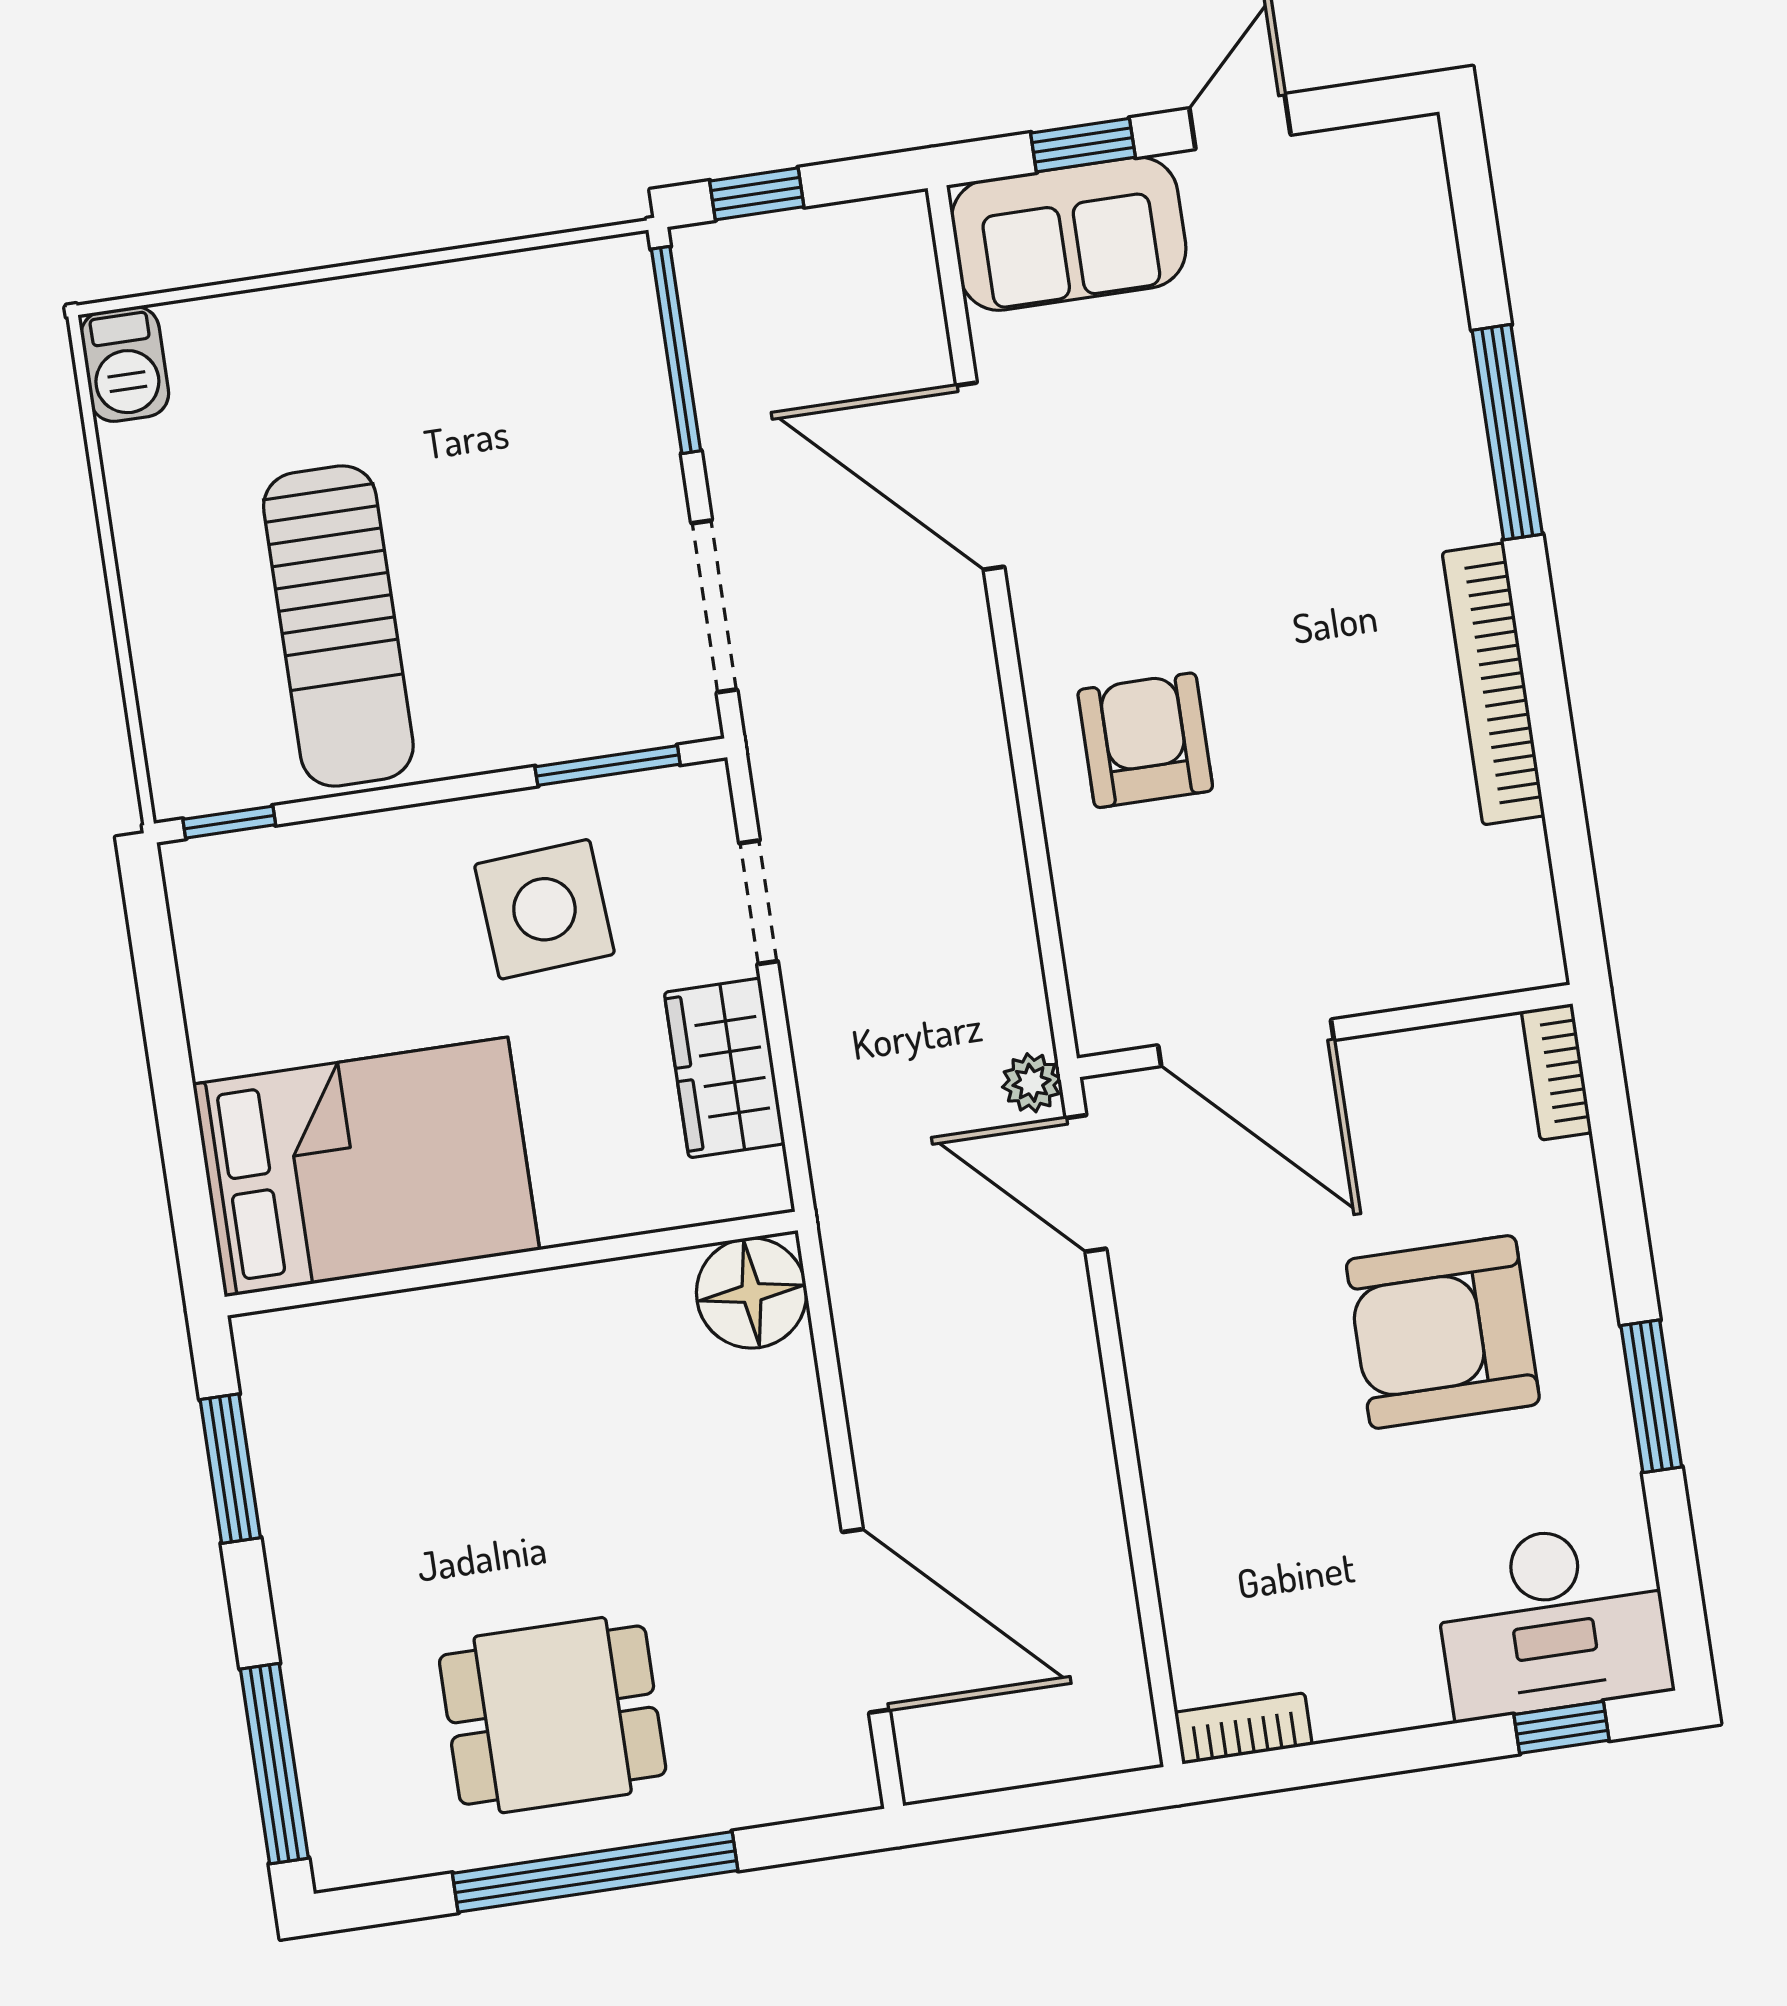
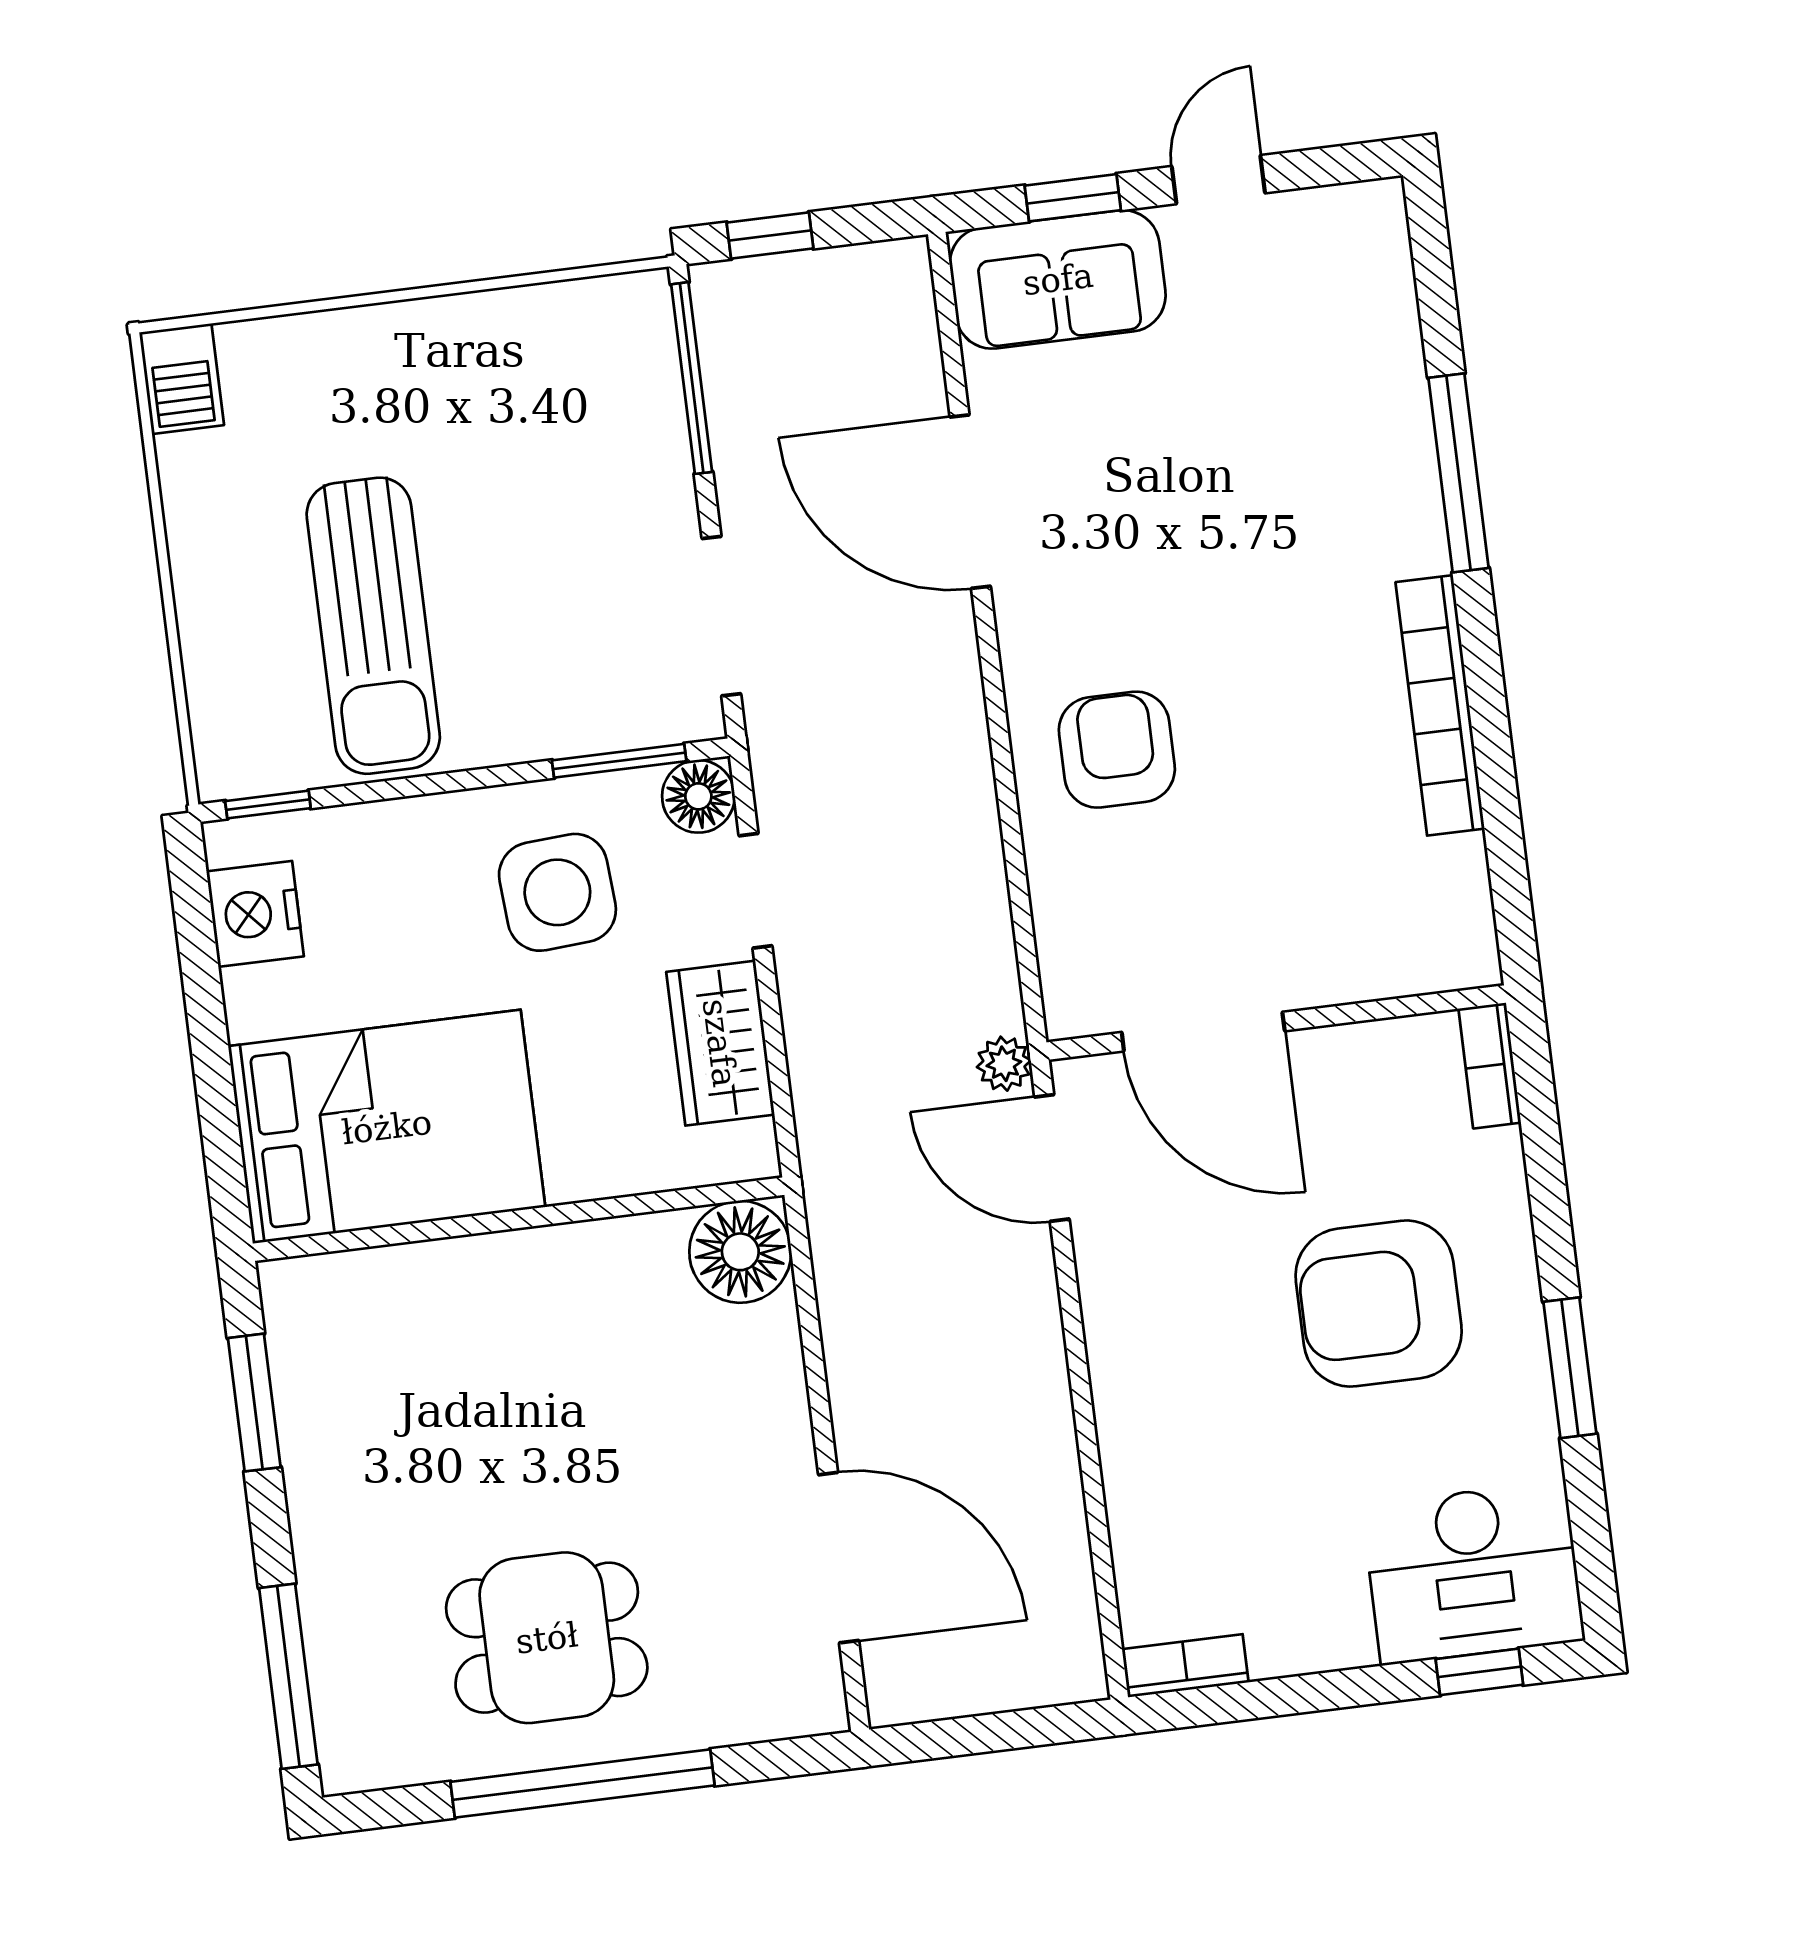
floor lamp: (694, 802) -> (698, 796), added
nightstand: (218, 941) -> (255, 914), added

